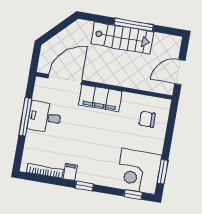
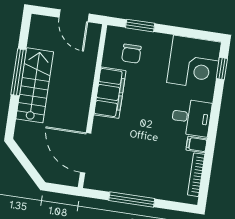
filing cabinet: (100, 98) -> (110, 93), moved
desk: (45, 117) -> (191, 118), moved, turned -90
window: (163, 172) -> (140, 26), moved
window: (84, 186) -> (213, 127), removed

